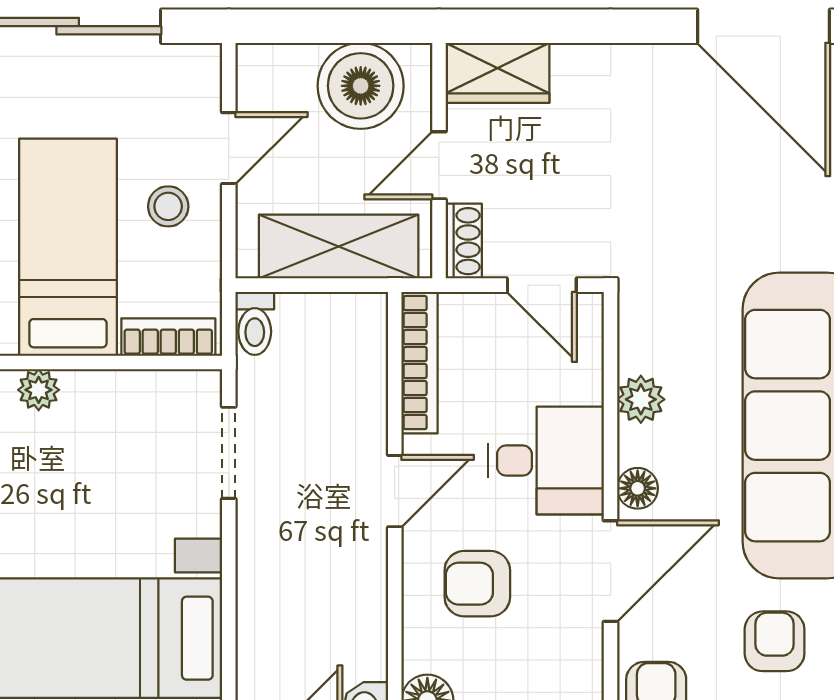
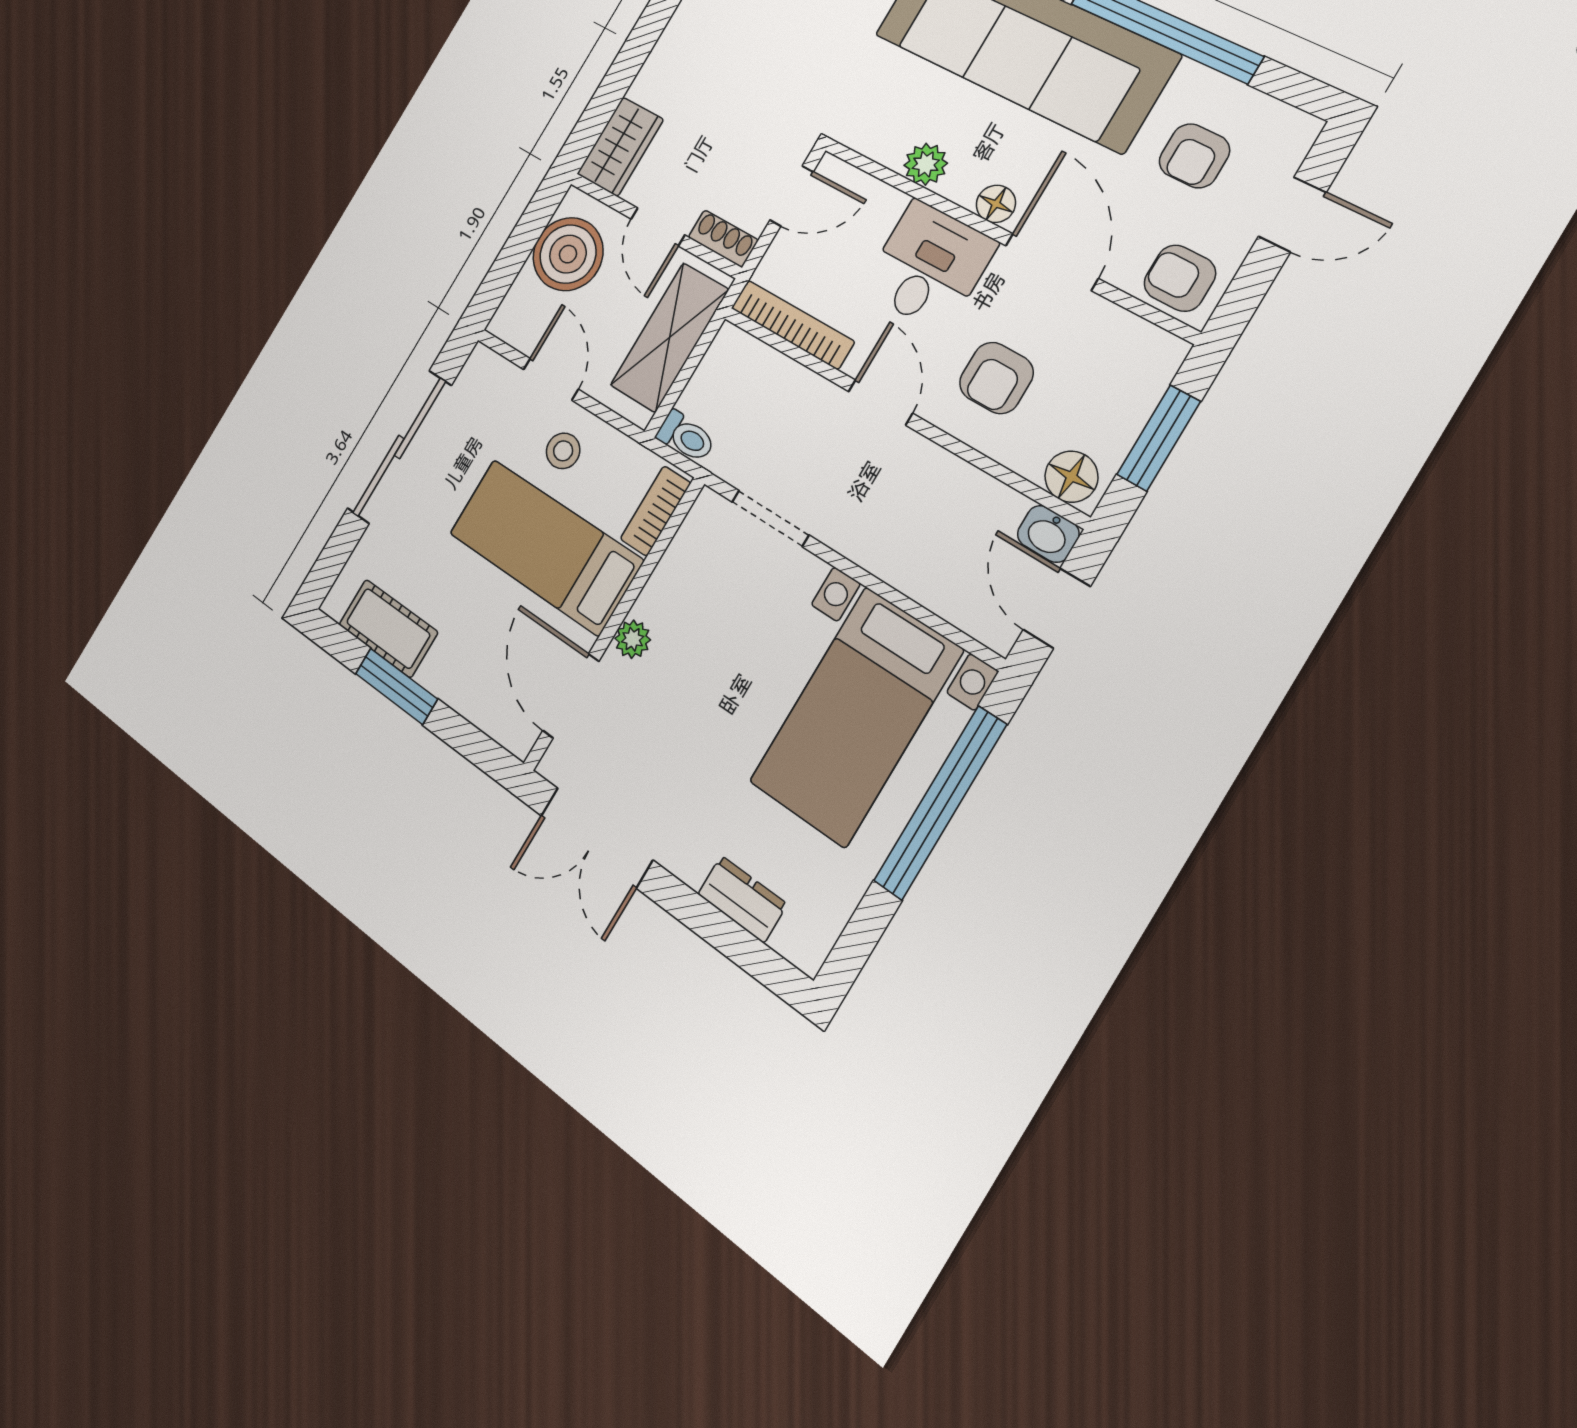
armchair: (775, 641) -> (1194, 156), turned -90

